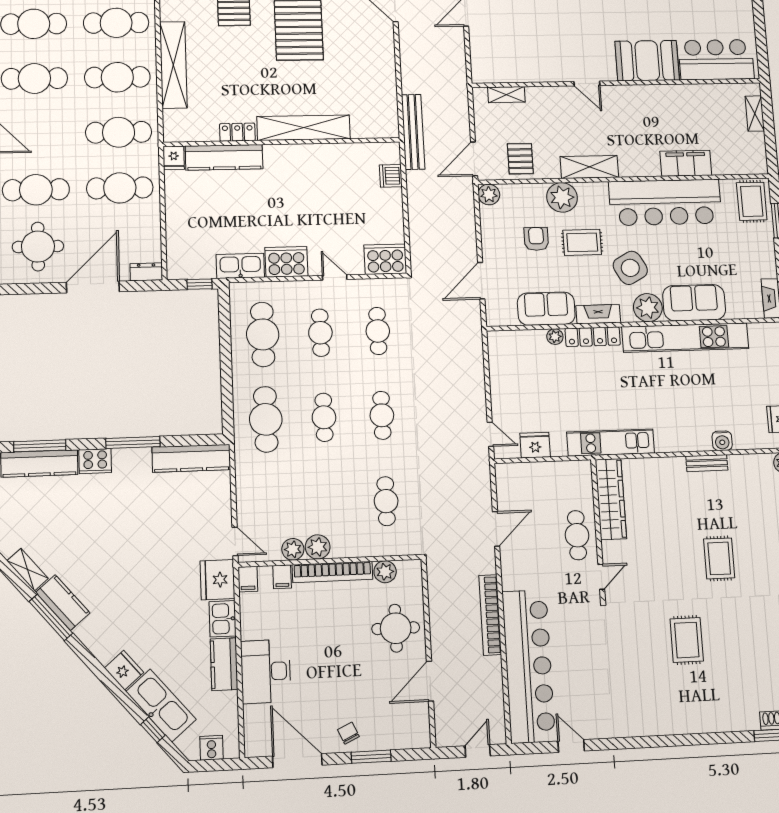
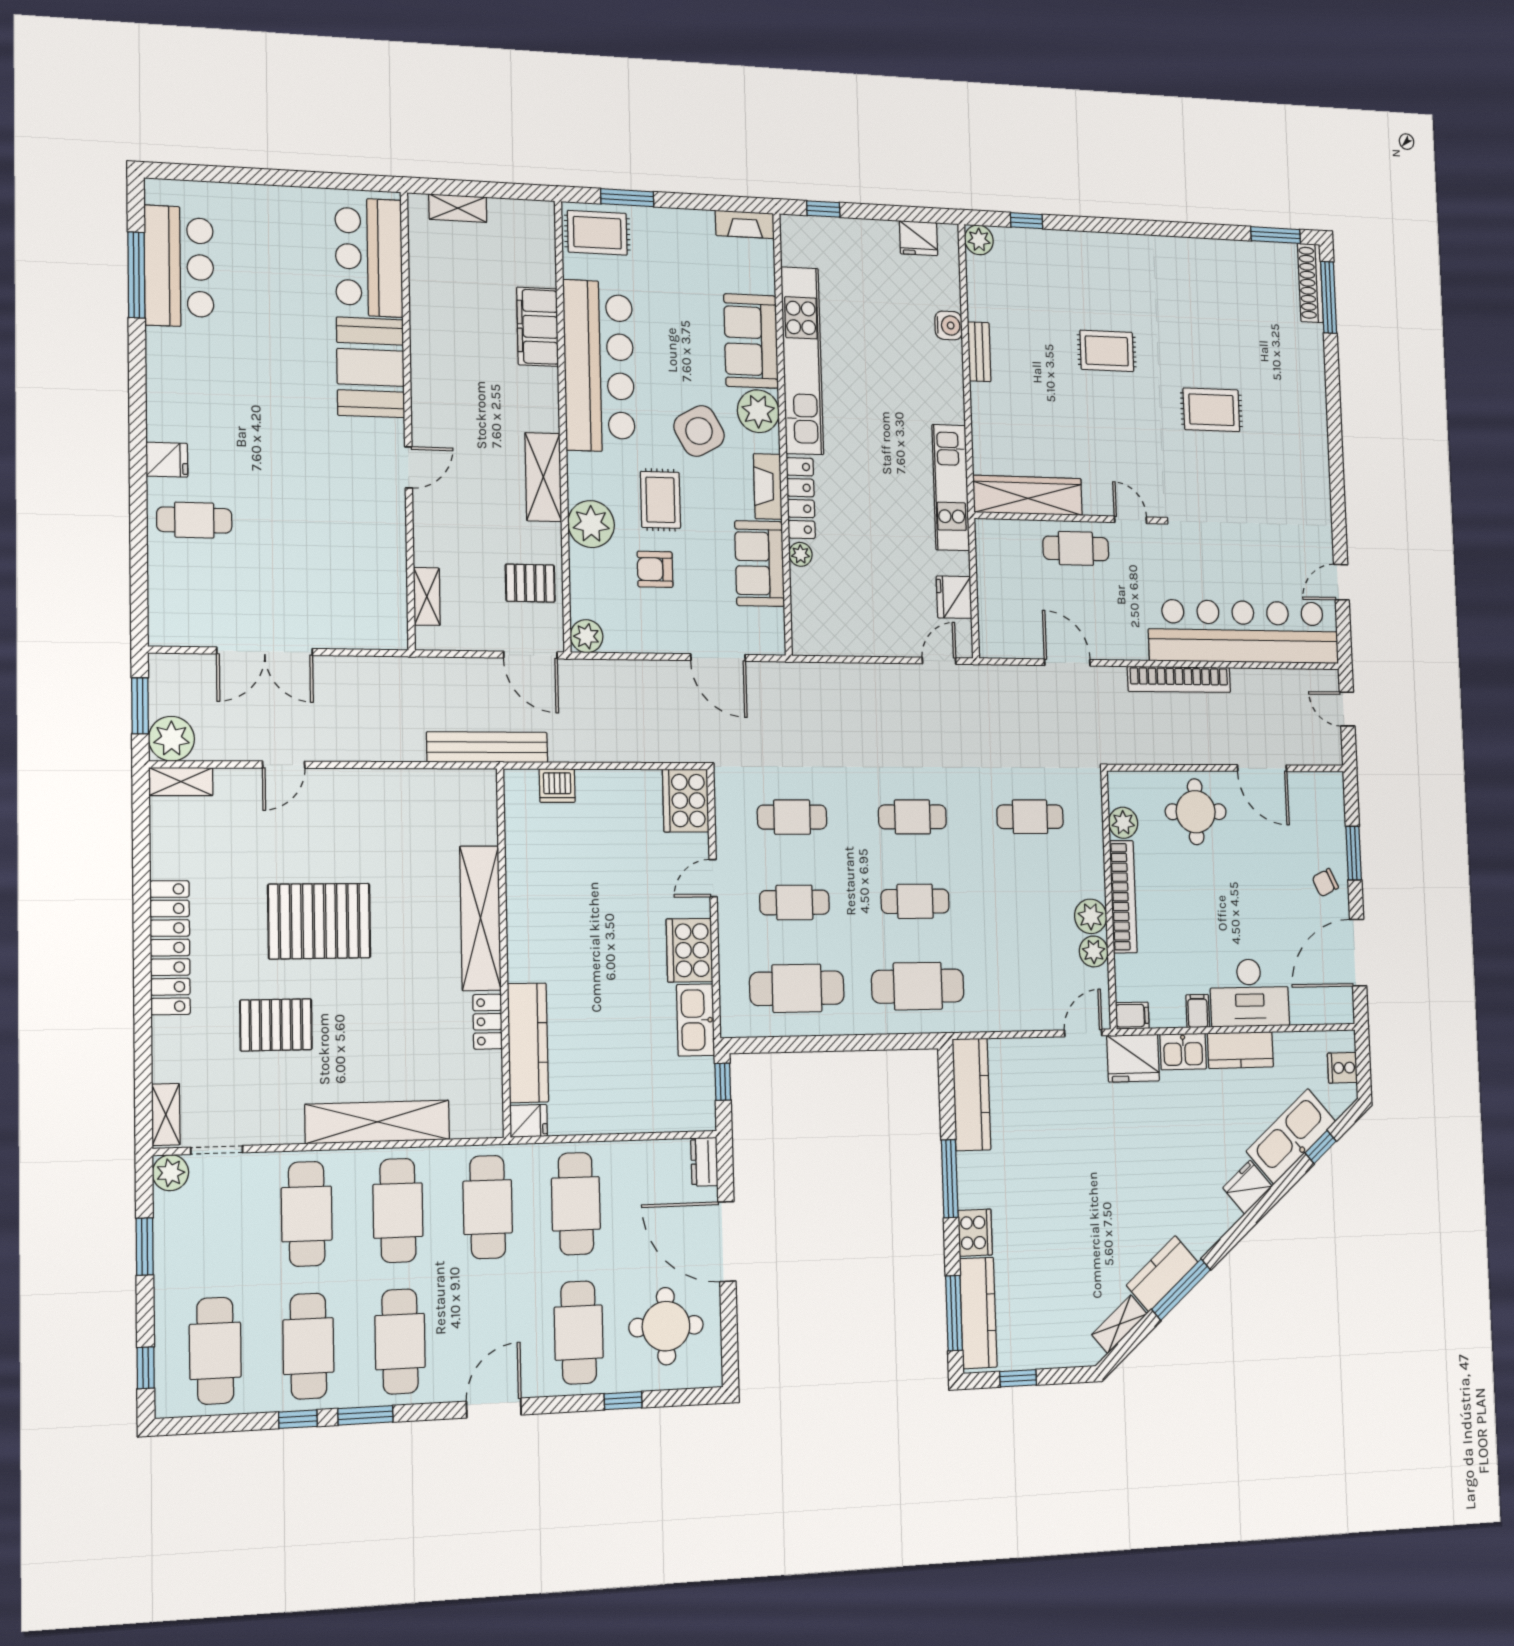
filing cabinet: (282, 577) -> (1198, 1011), moved, turned -90

